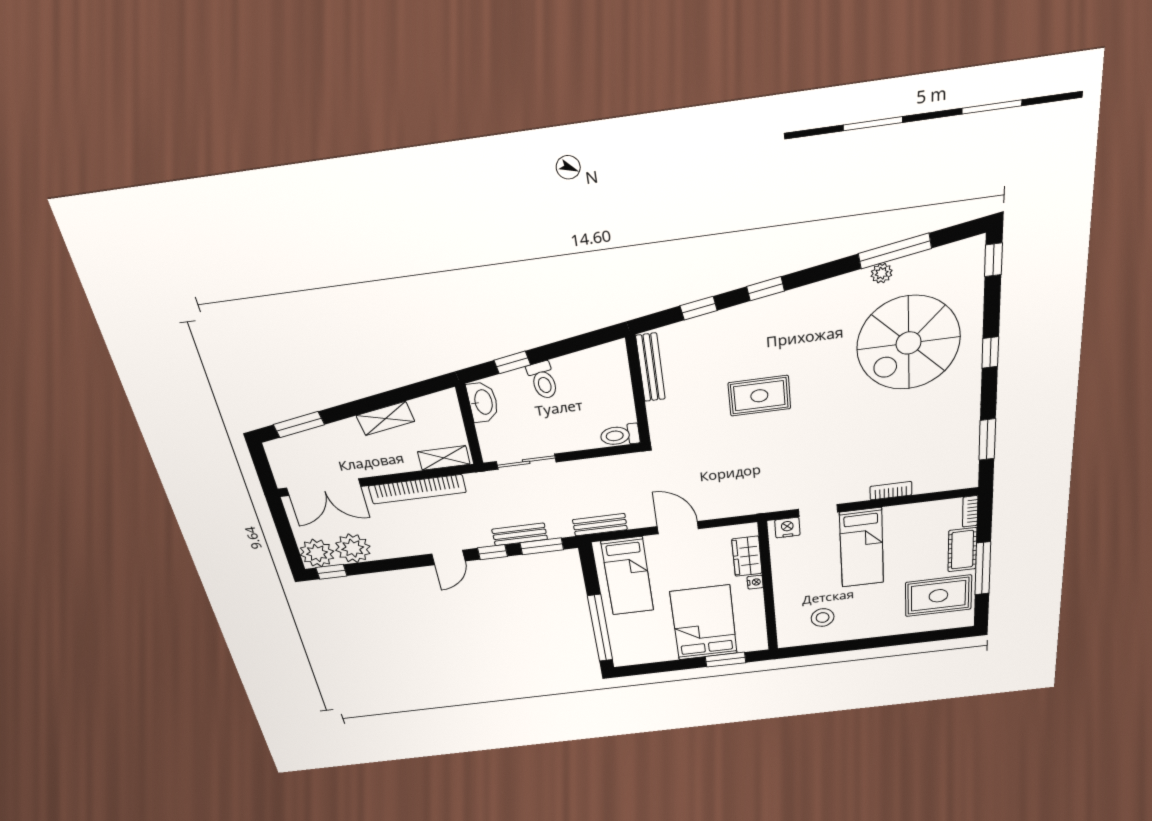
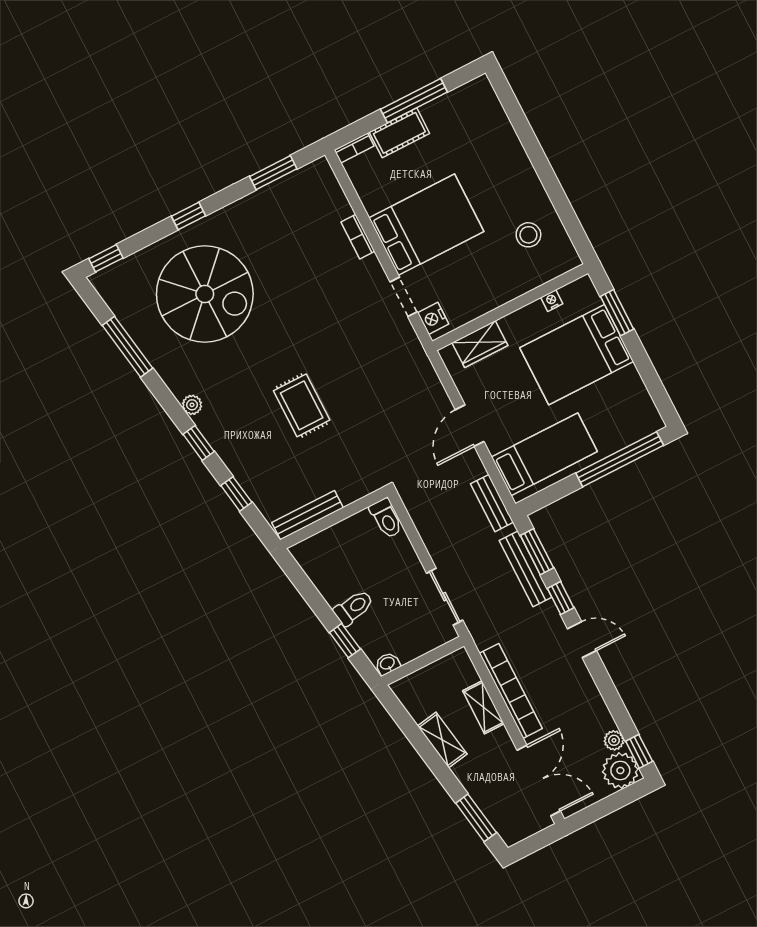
plant: (882, 273) -> (192, 405), moved
washbasin: (483, 402) -> (387, 664), width x0.52, depth x0.69
shelving: (444, 458) -> (483, 707), moved
bench: (520, 534) -> (525, 569), width x1.36
plant: (353, 548) -> (614, 740), width x0.53, depth x0.53
bed: (862, 548) -> (426, 225), width x1.50
nightstand: (755, 582) -> (552, 301), moved
rug: (938, 596) -> (461, 129), removed

